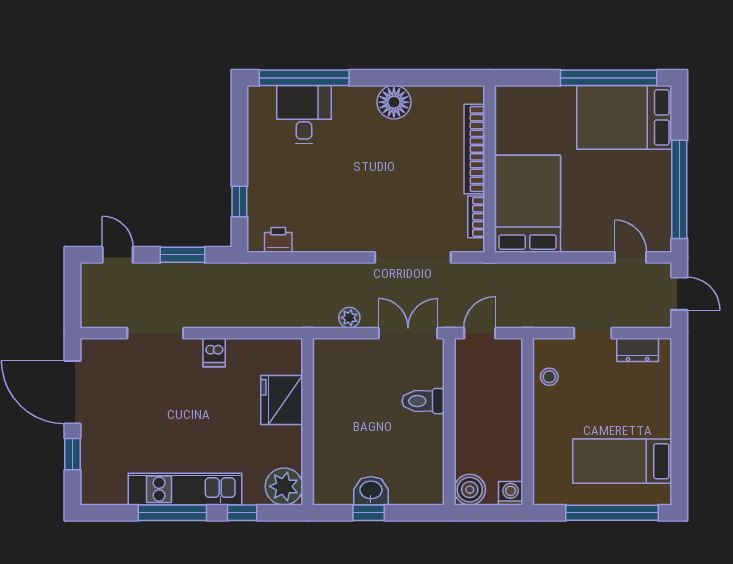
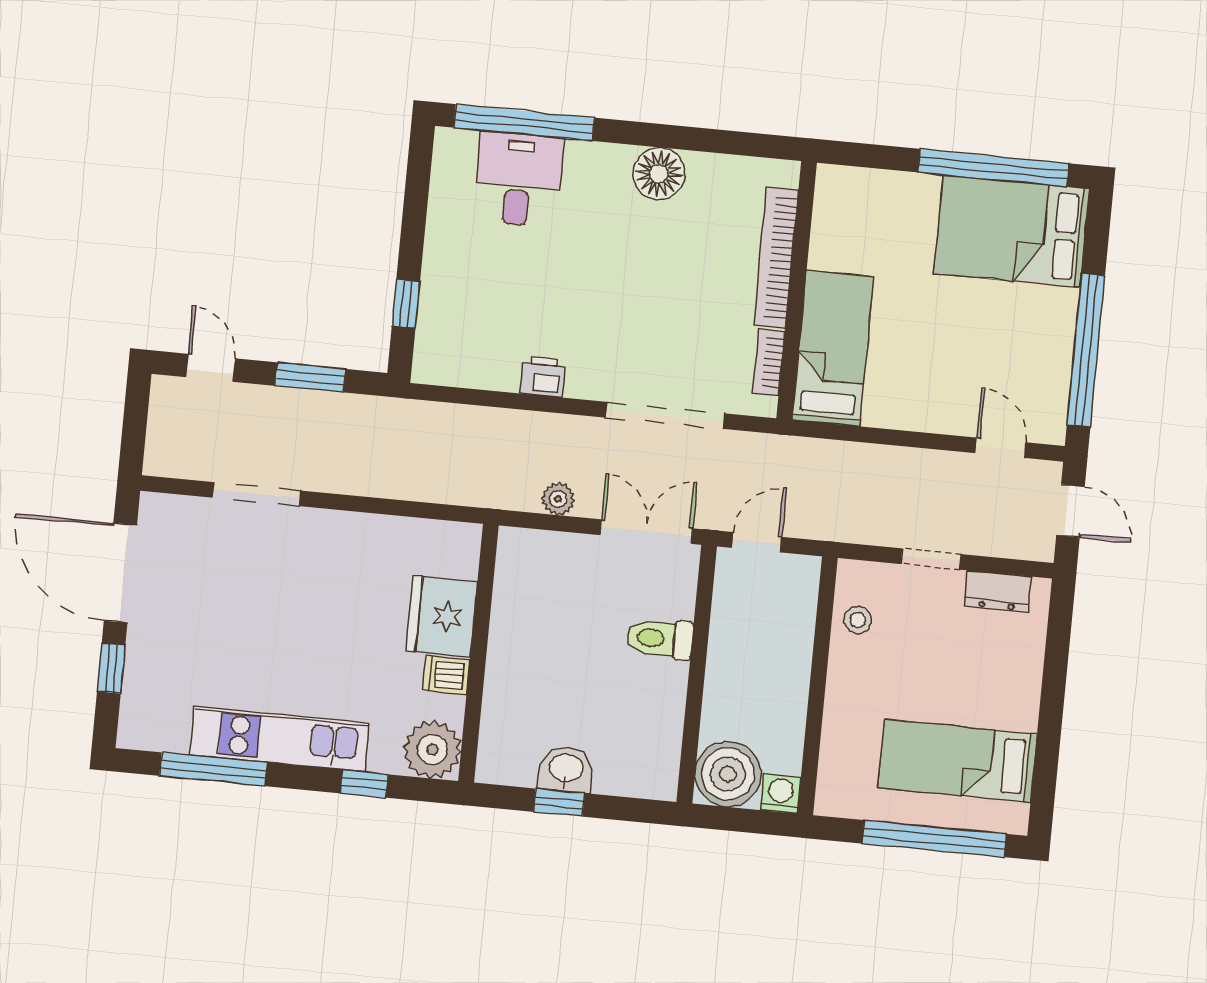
bed: (527, 204) -> (833, 348), width x0.67
printer: (278, 240) -> (543, 376), moved
dishwasher: (214, 353) -> (446, 675), moved, turned 90
boiler: (470, 490) -> (728, 774), width x1.37, depth x1.37
window: (172, 513) -> (213, 769), moved

